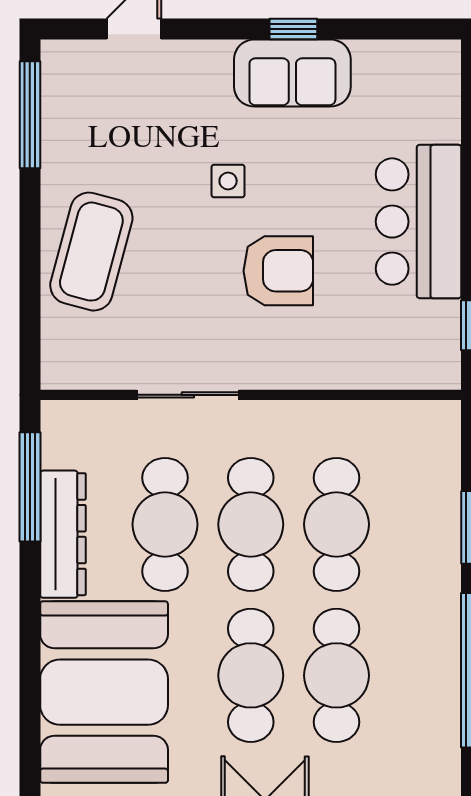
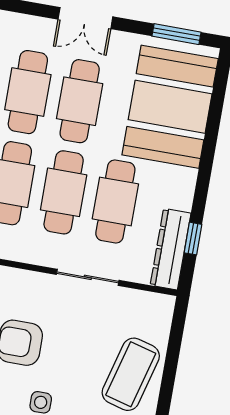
window: (30, 487) -> (193, 239), width x0.46
dresser: (63, 534) -> (171, 249), moved

